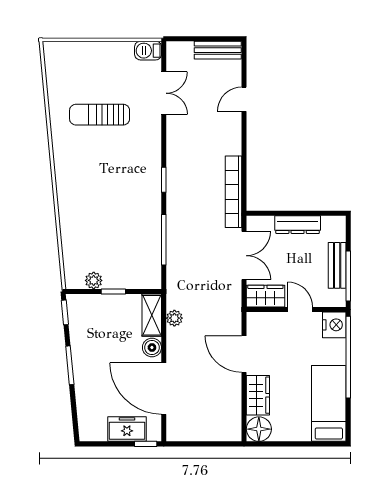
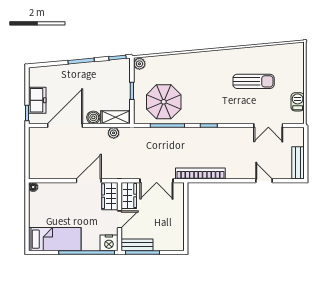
barbecue: (148, 51) -> (298, 102), moved
sun lounger: (100, 115) -> (254, 81), turned 90
dresser: (298, 225) -> (178, 218), removed
parasol: (129, 245) -> (164, 102), added
bench: (337, 265) -> (137, 245), moved
plant: (94, 280) -> (139, 64), moved
wardrobe: (258, 395) -> (110, 196), moved, turned 90
floor lamp: (259, 429) -> (33, 187), width x0.53, depth x0.53

